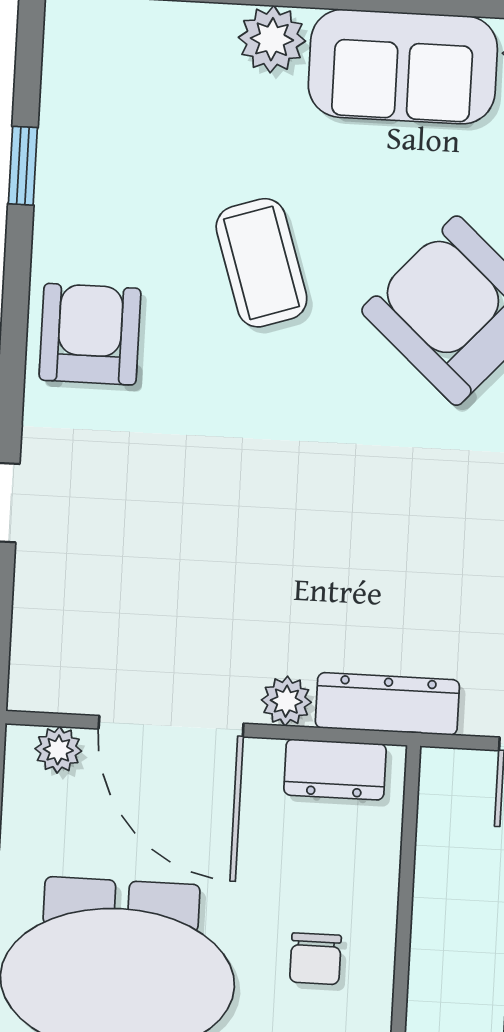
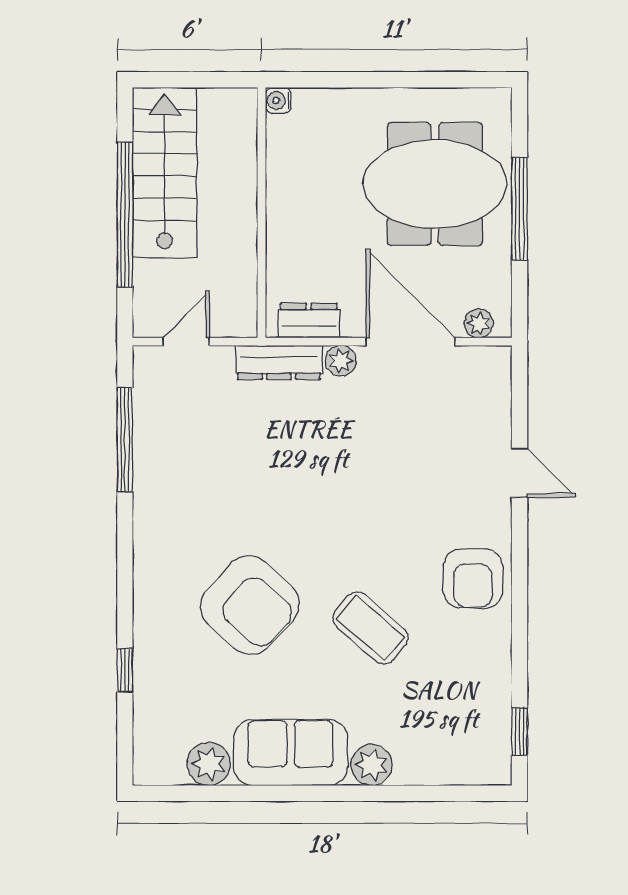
window: (23, 166) -> (520, 732), moved
coffee table: (261, 263) -> (371, 628), turned -31
chair: (315, 959) -> (315, 204), removed

